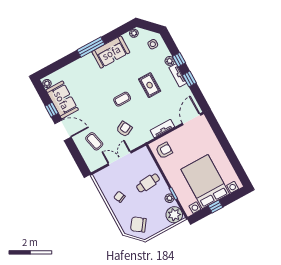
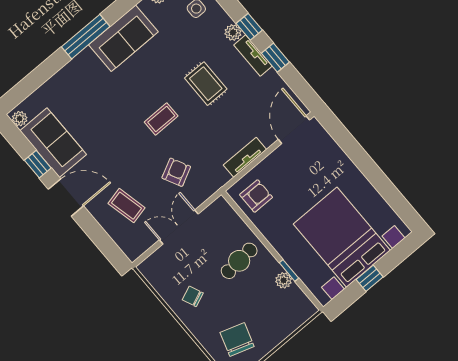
plant: (174, 215) -> (298, 309), removed
chair: (138, 225) -> (237, 339), turned 72

